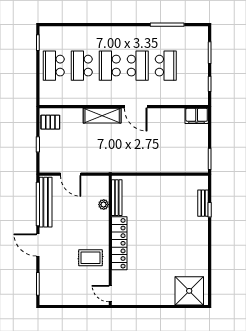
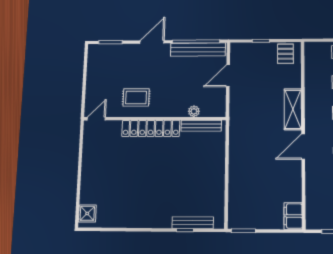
bench: (203, 203) -> (193, 223), width x1.36
rug: (91, 258) -> (136, 97), turned 90
shower: (189, 291) -> (87, 213), width x0.54, depth x0.54

